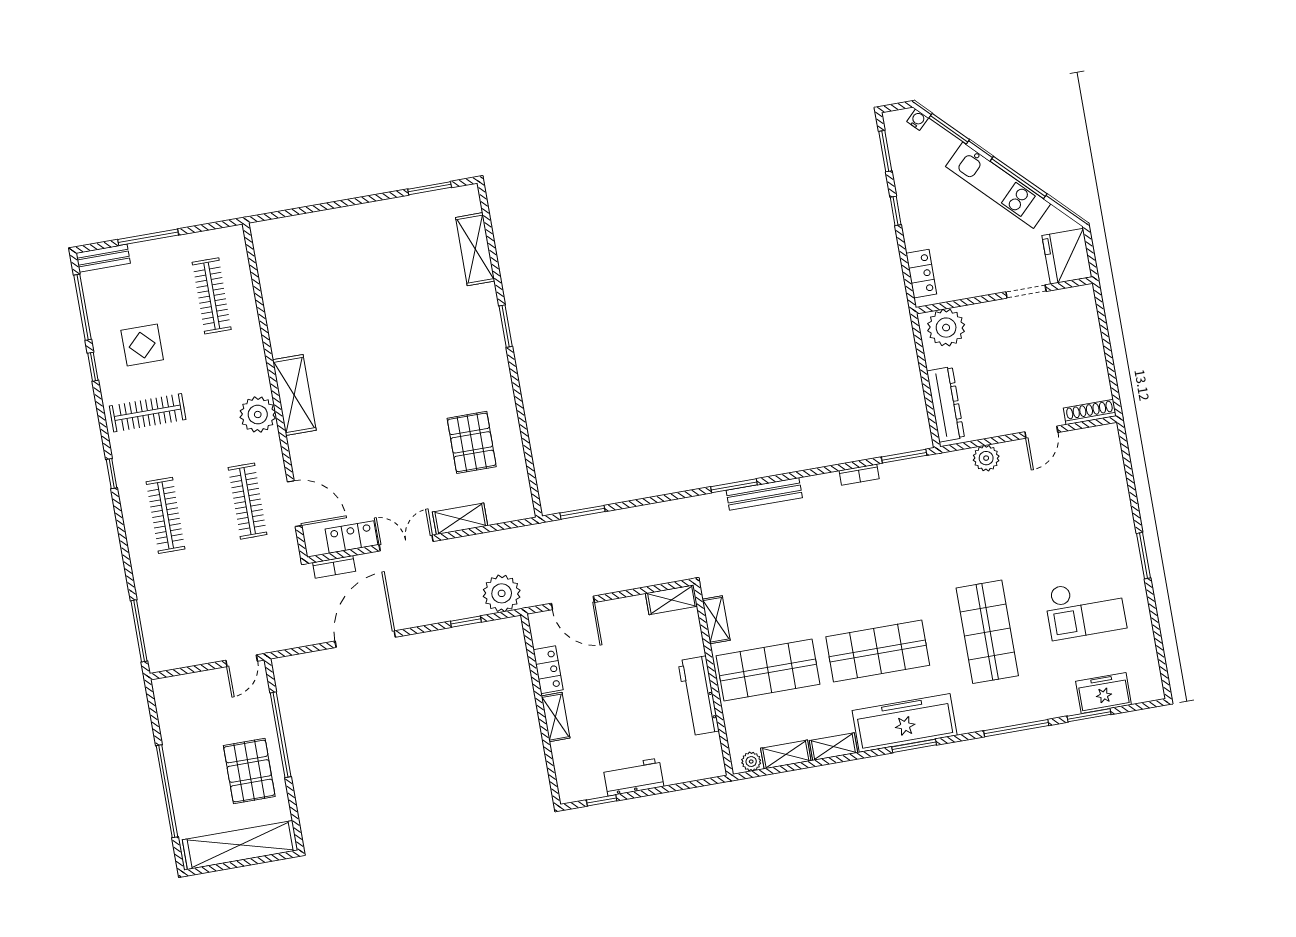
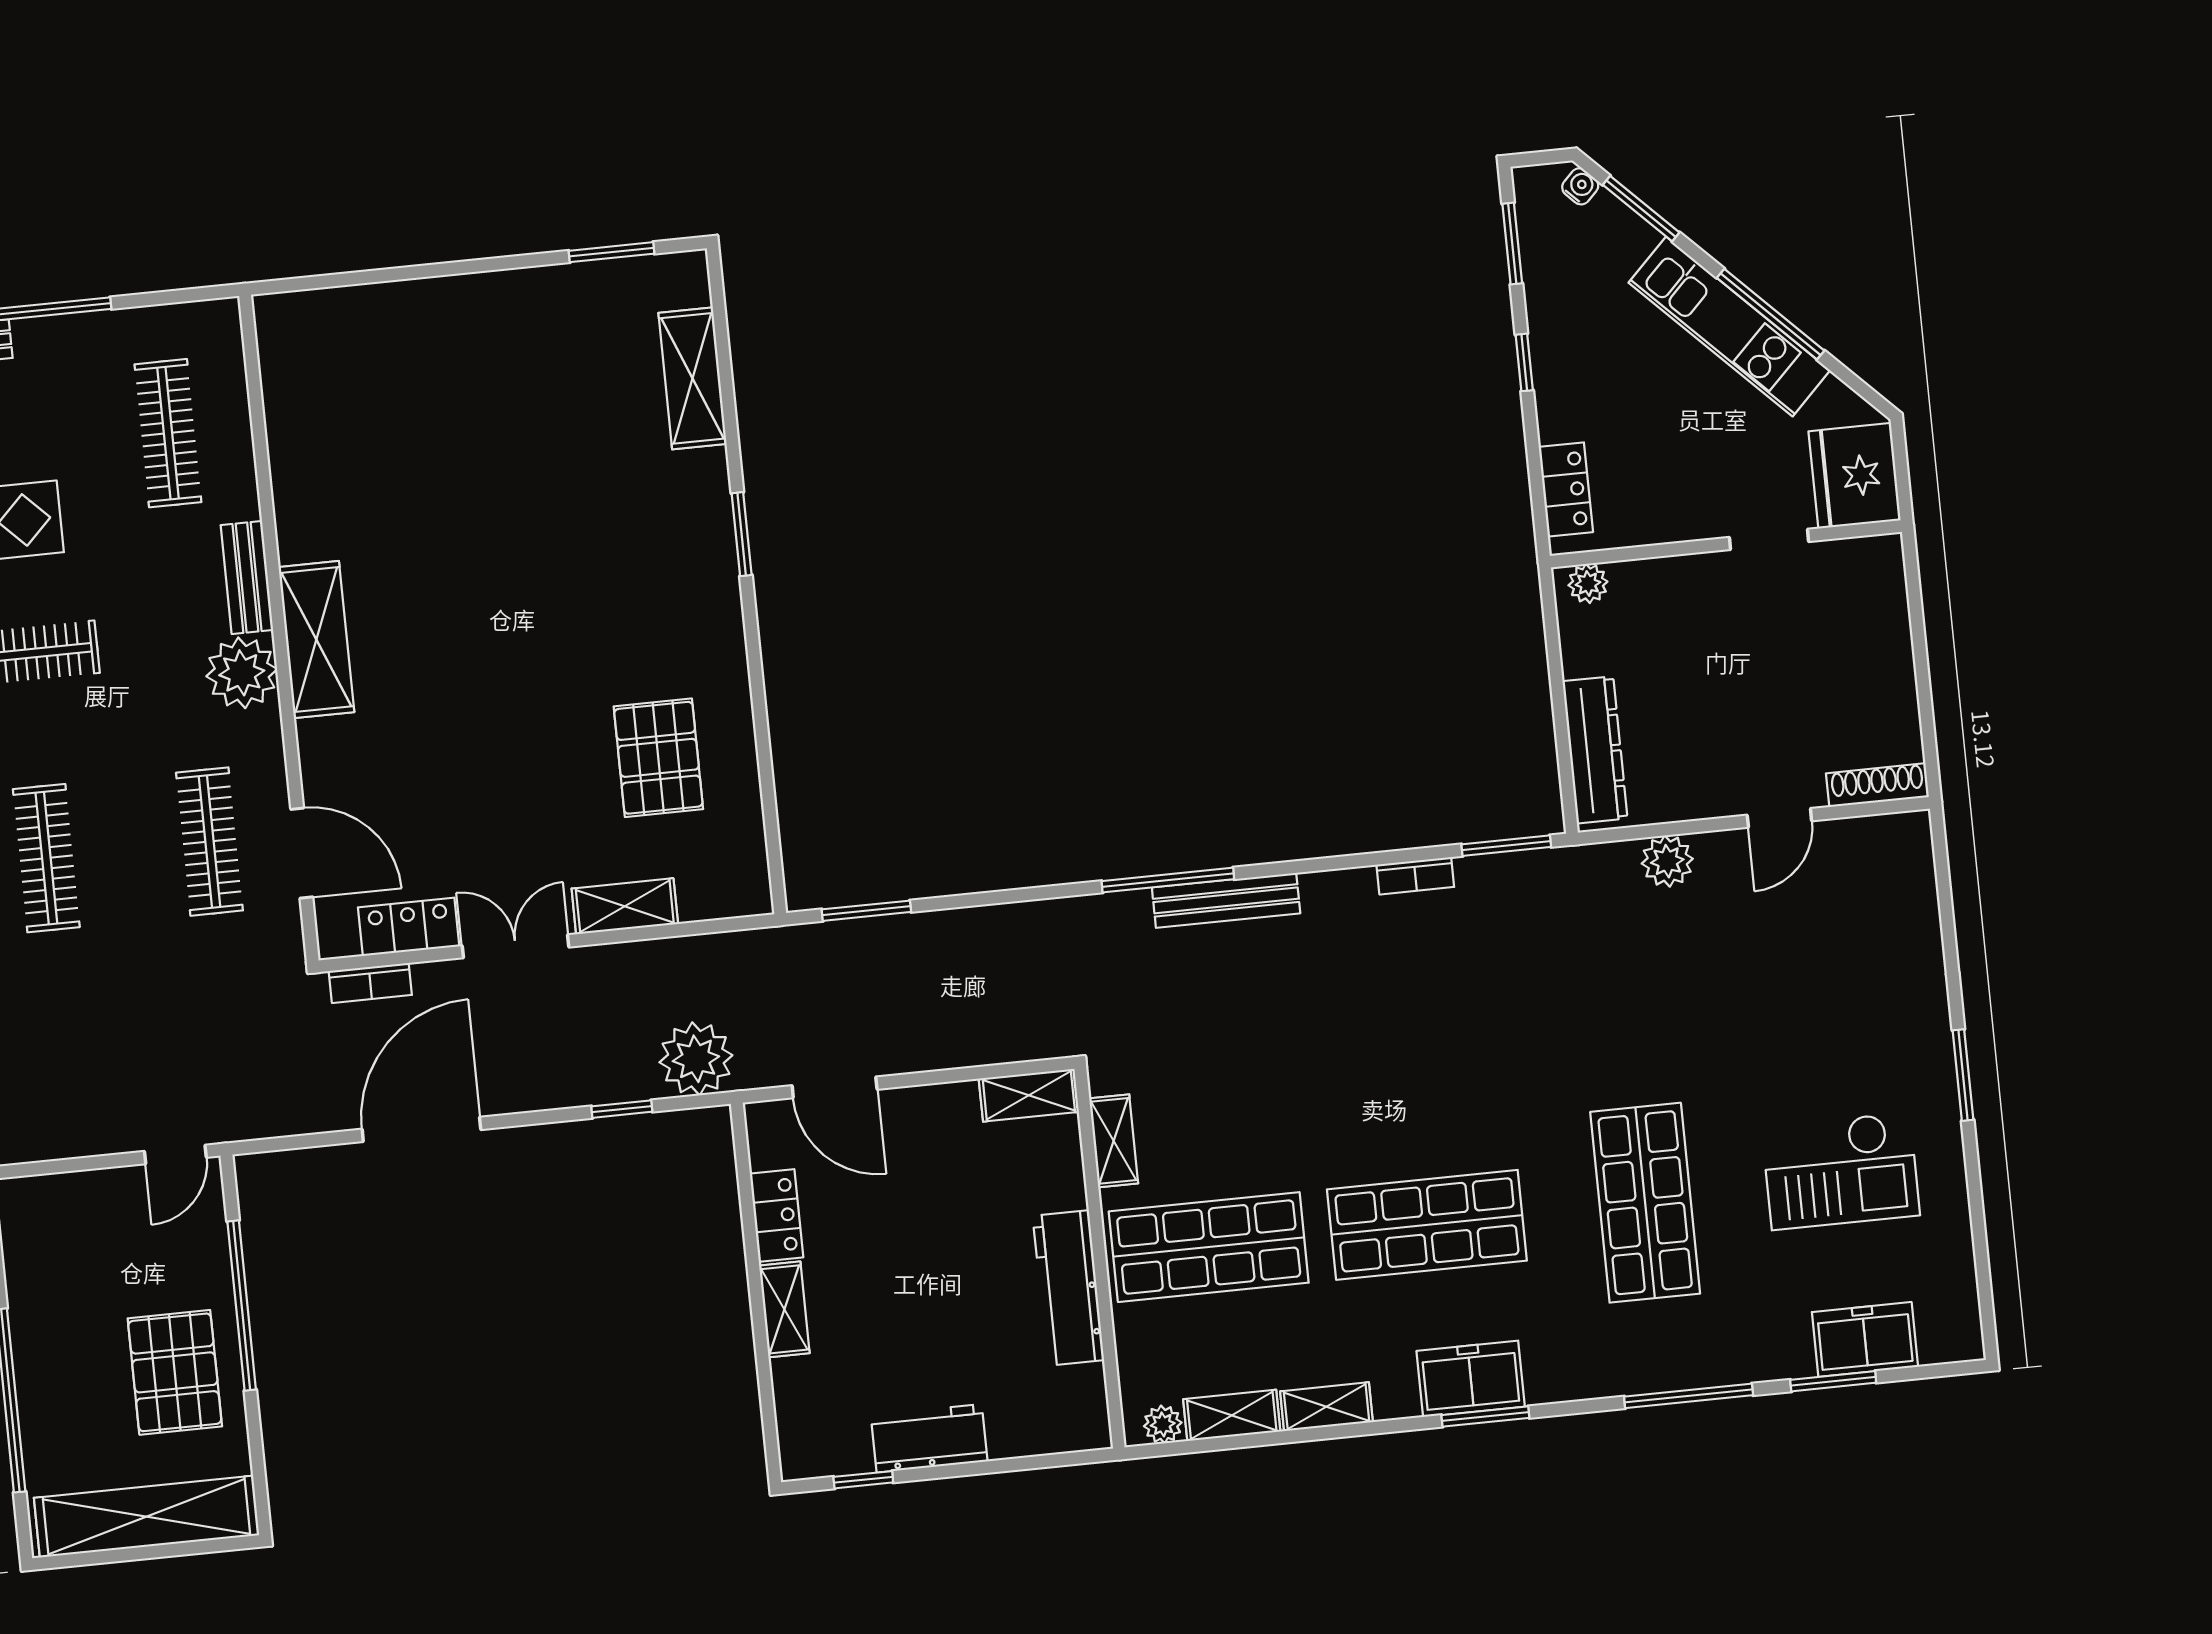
plant: (946, 328) -> (1588, 583), width x0.53, depth x0.53
bench: (257, 366) -> (247, 578), added
window: (734, 486) -> (1168, 880), width x1.44
freezer: (905, 723) -> (1471, 1379), width x0.52, depth x0.79

